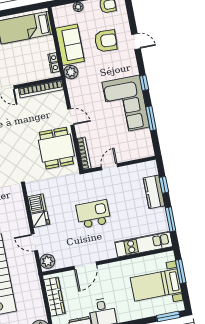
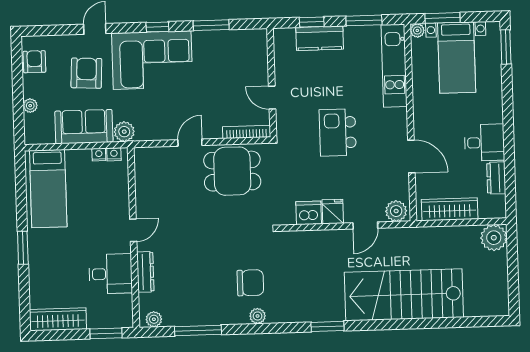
bookcase: (41, 89) -> (142, 180), removed
corner sofa: (126, 105) -> (152, 60), moved
plant: (170, 256) -> (417, 30), added

